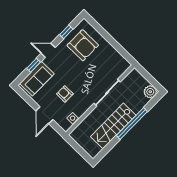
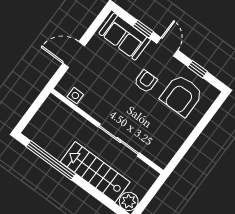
armchair: (65, 94) -> (146, 81), moved
window: (132, 123) -> (51, 160), moved
stairs: (113, 126) -> (95, 172), moved

